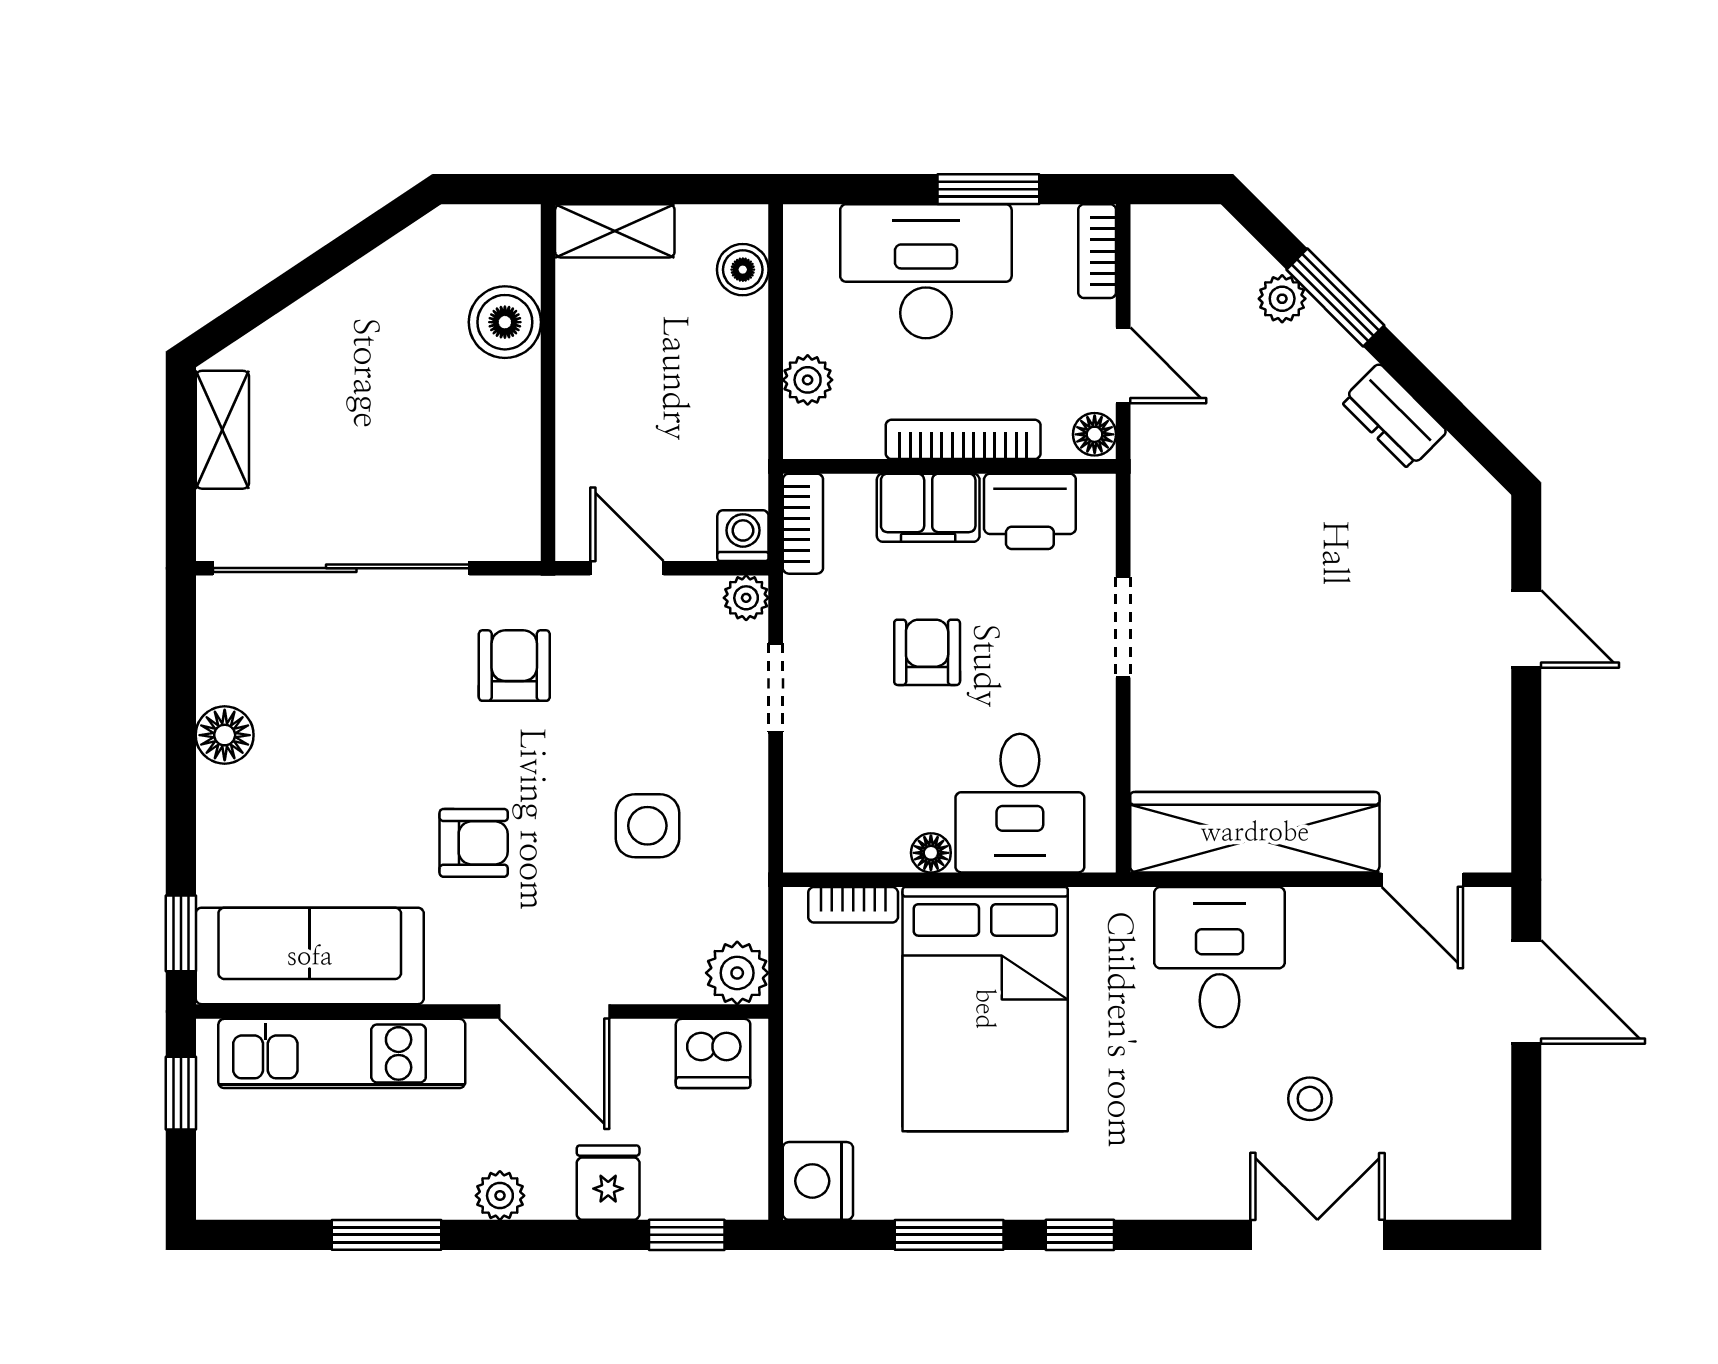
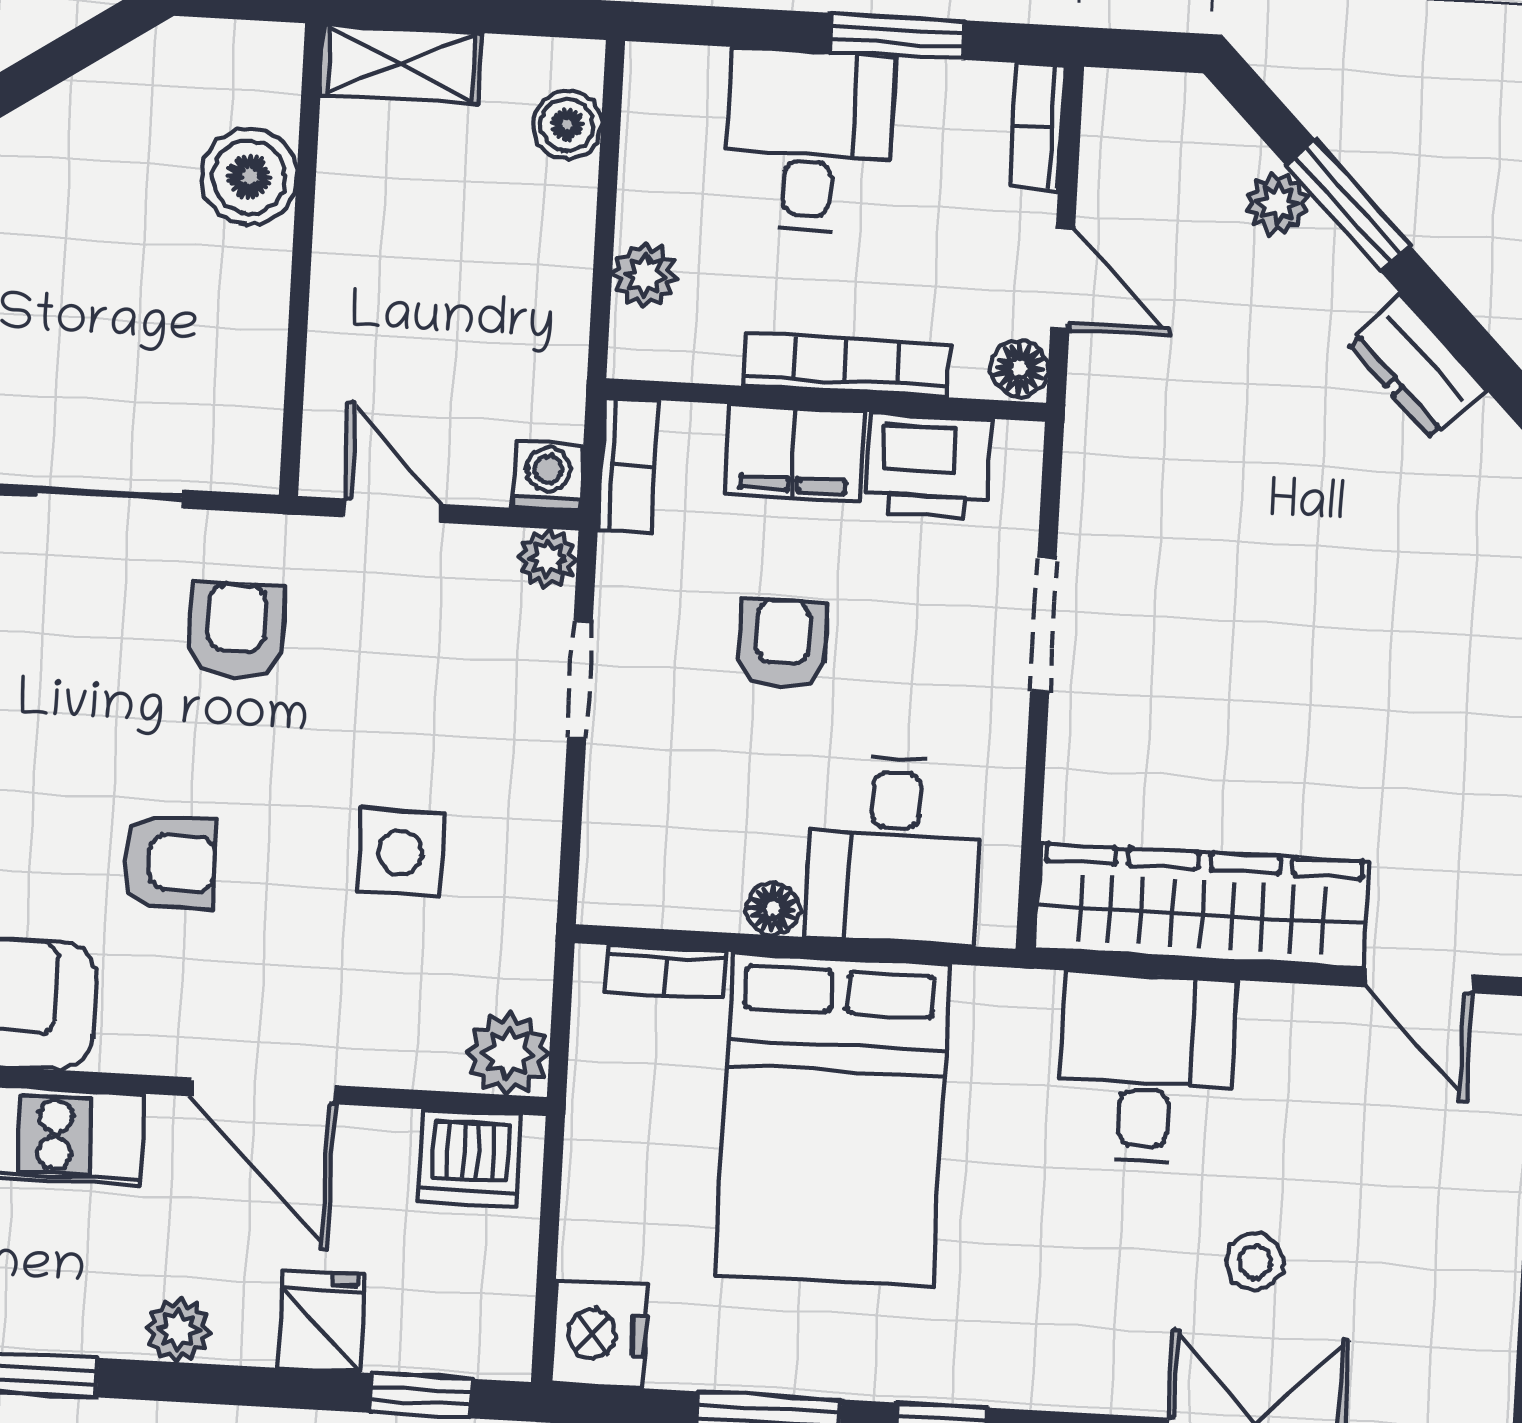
desk: (926, 271) -> (809, 140), width x0.73

